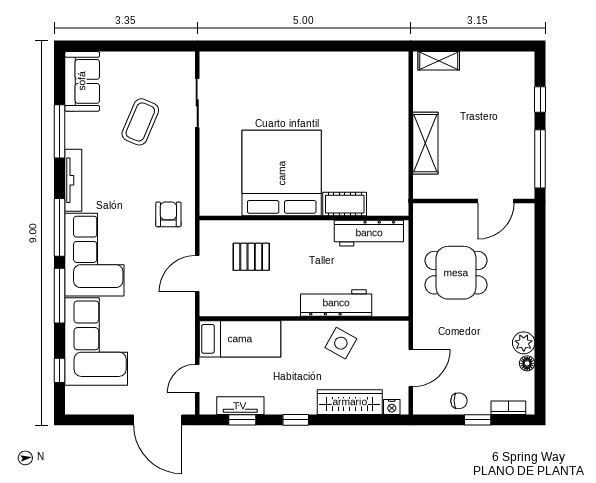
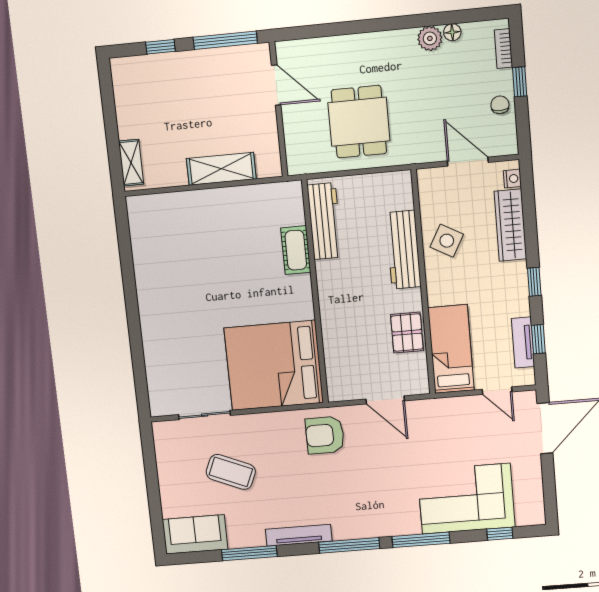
bed: (282, 173) -> (274, 365), moved
armchair: (168, 214) -> (325, 435), width x1.38, depth x1.38
corner sofa: (94, 255) -> (374, 508), removed
pallet: (251, 257) -> (407, 333), moved

